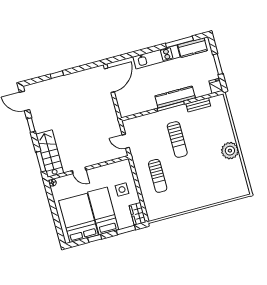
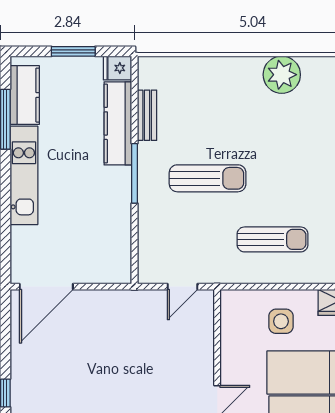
door: (109, 80) -> (46, 287), swing flipped
kitchen counter: (175, 97) -> (118, 123), moved
plant: (230, 151) -> (282, 75), moved

